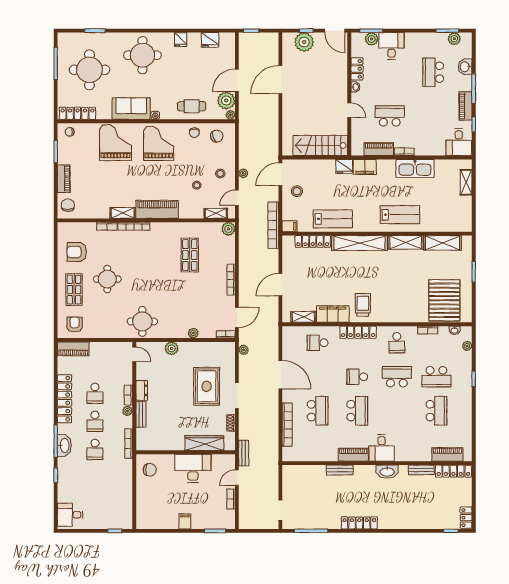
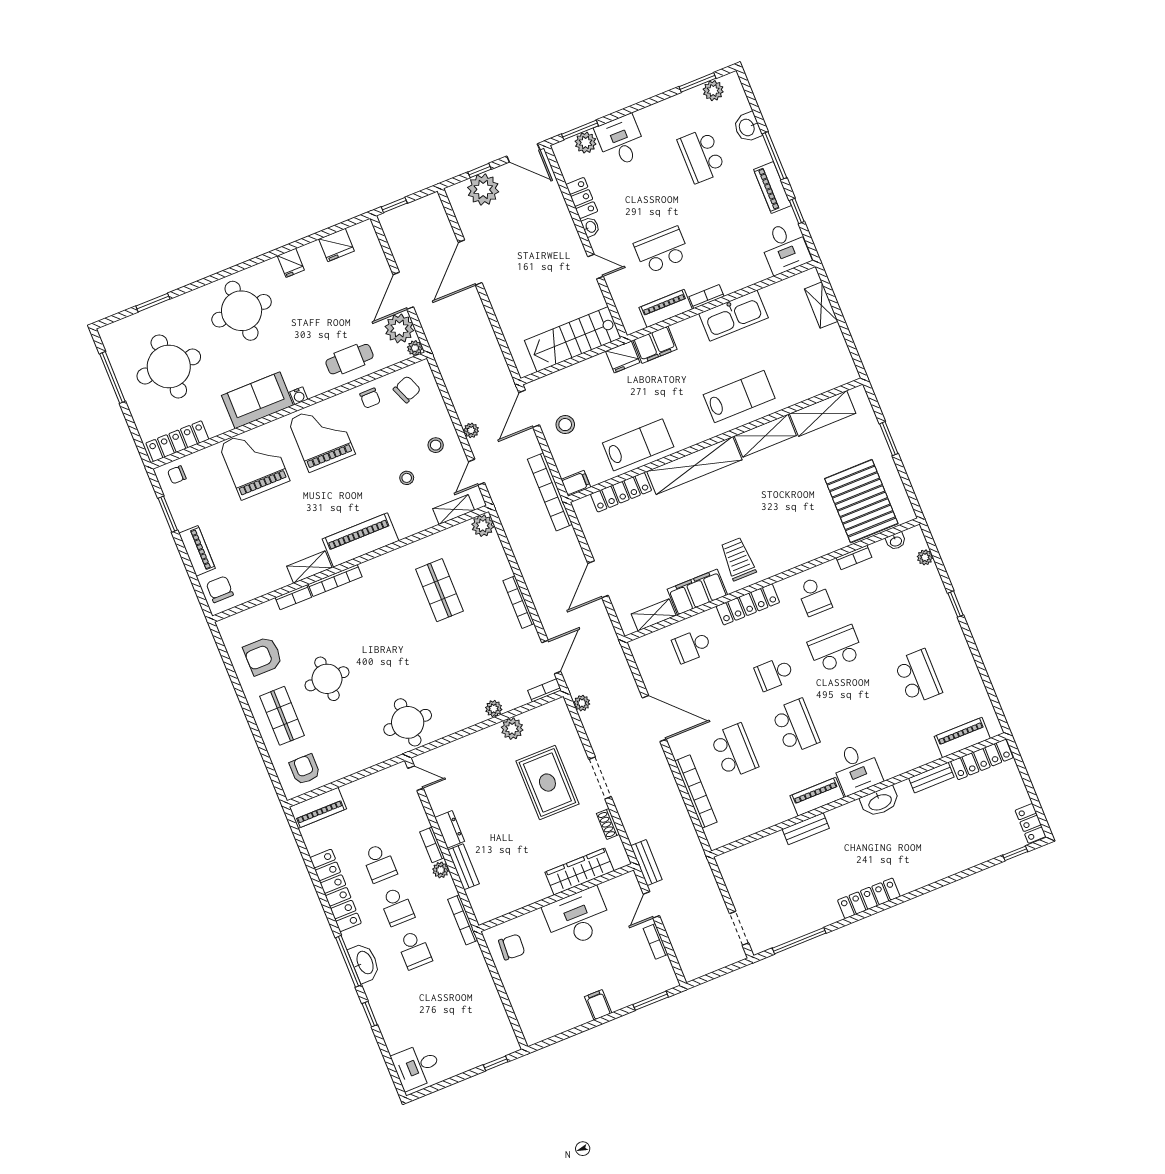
plant: (172, 348) -> (512, 729), moved
school desk: (436, 377) -> (897, 624), removed

